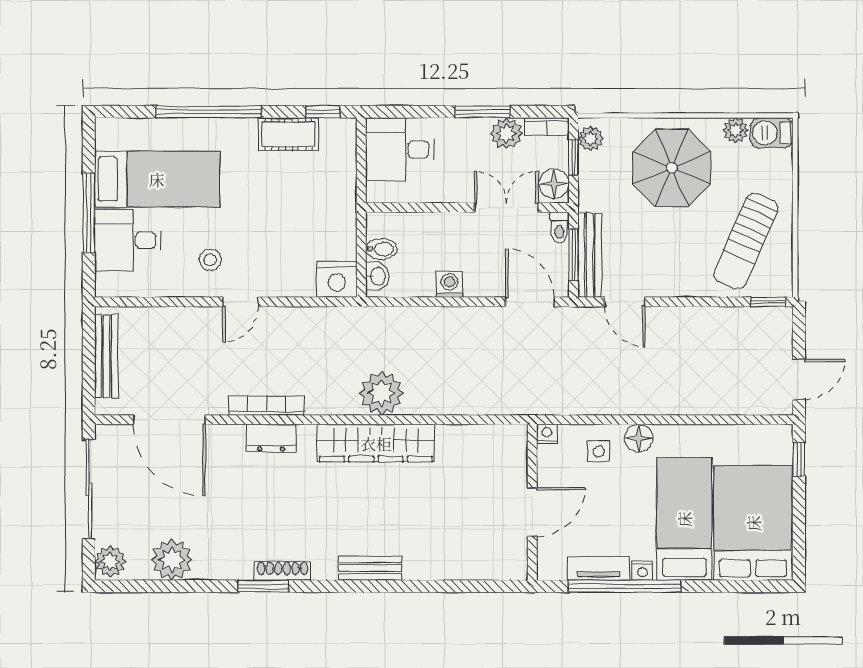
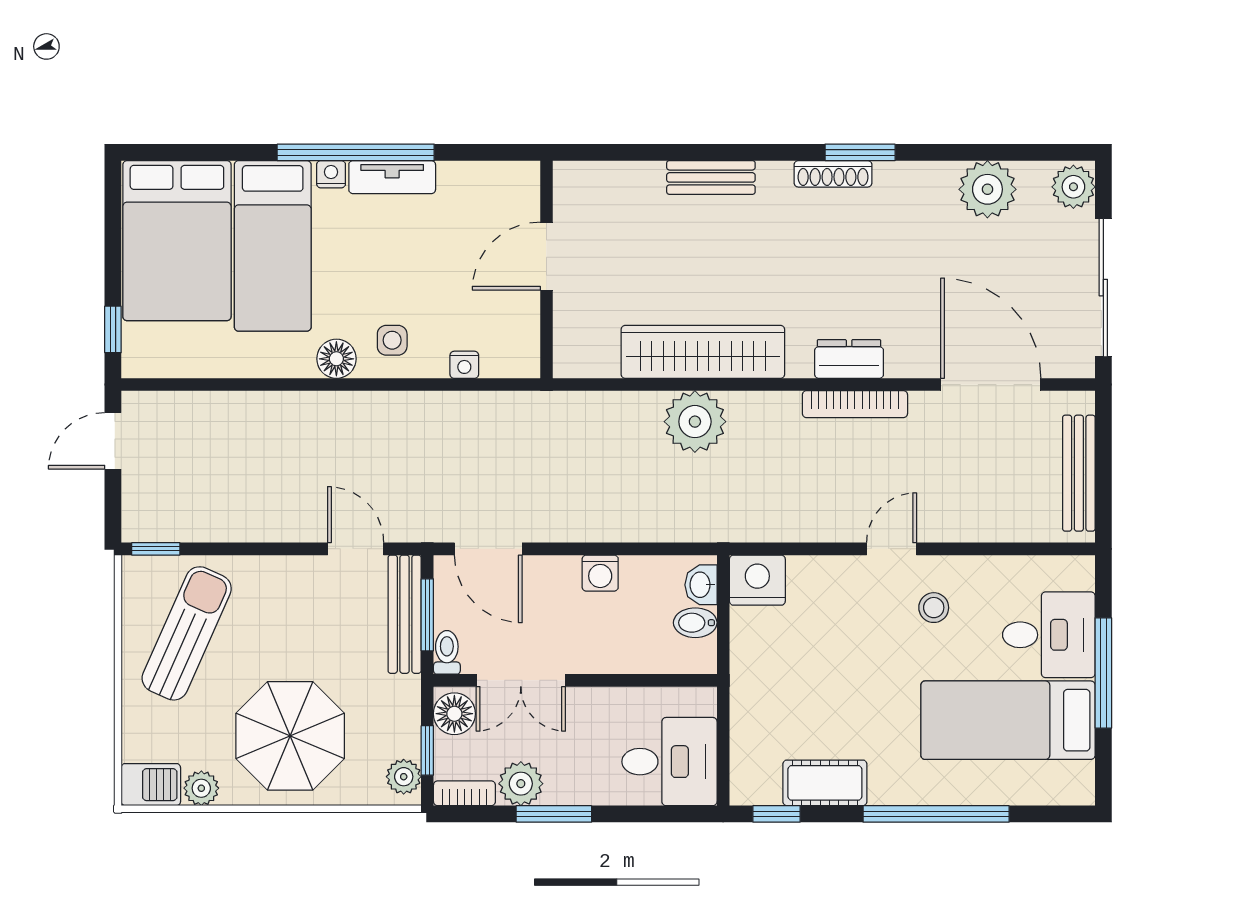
wall: (532, 502) -> (546, 269), moved
door: (532, 512) -> (546, 256), moved

